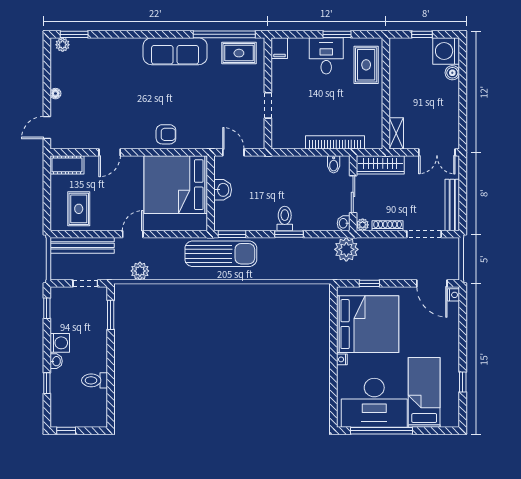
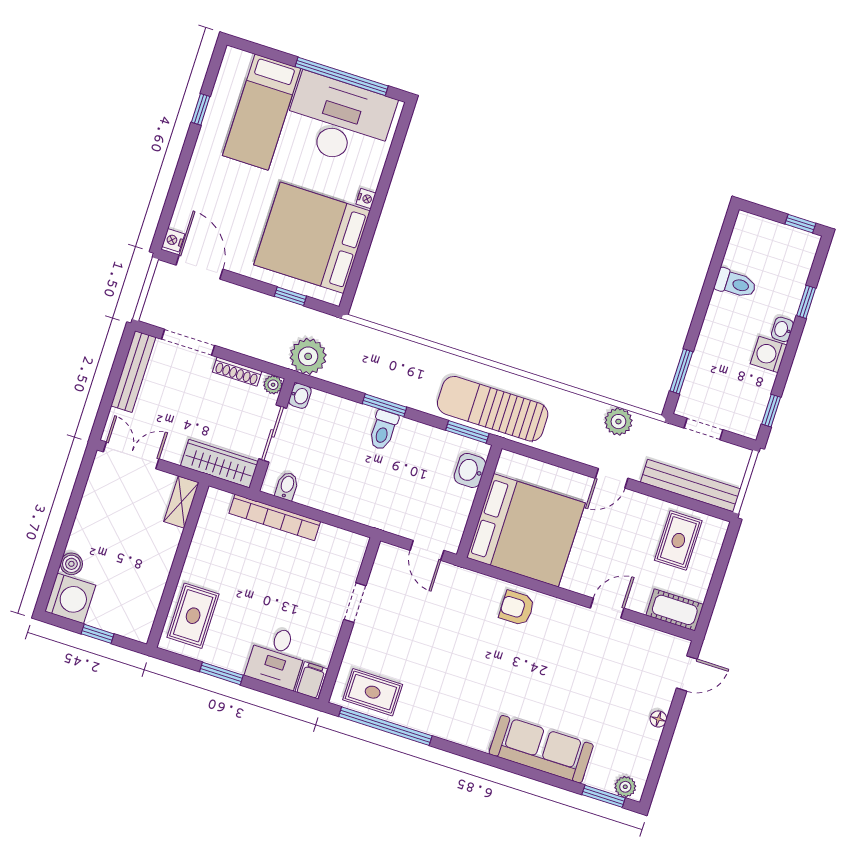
sofa: (175, 51) -> (541, 749), moved
desk: (326, 56) -> (277, 657), moved
washbasin: (223, 190) -> (470, 470), moved

